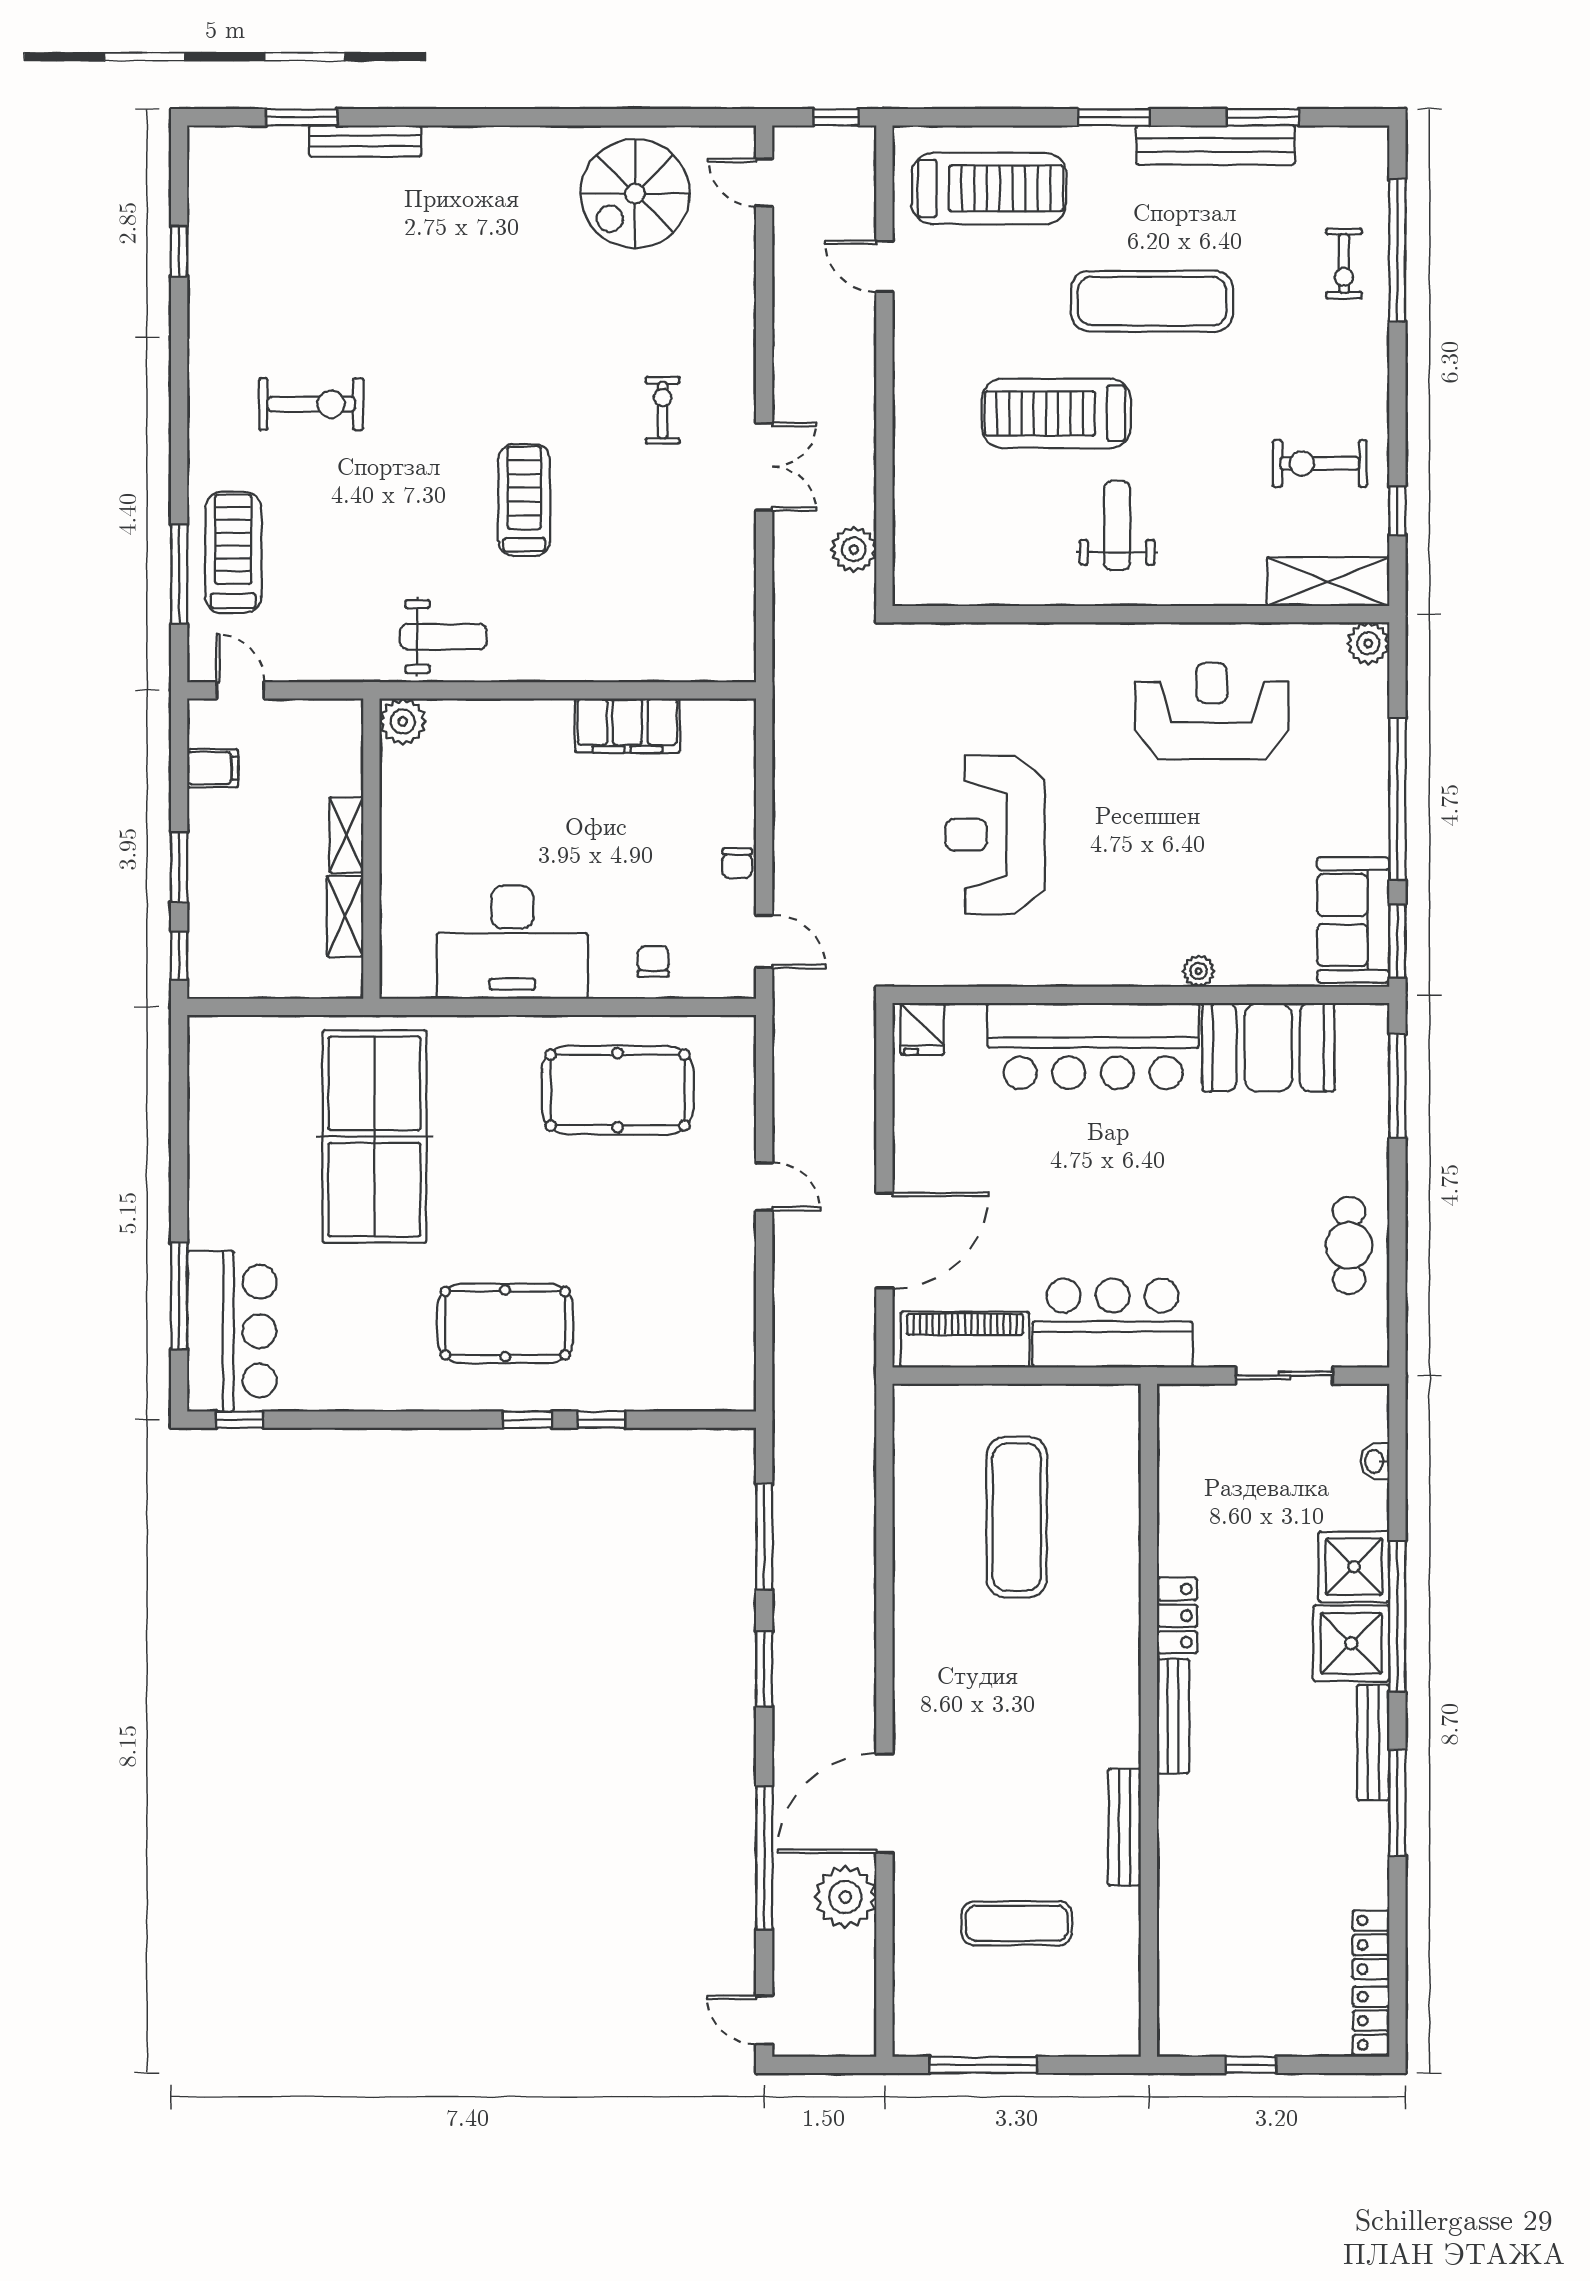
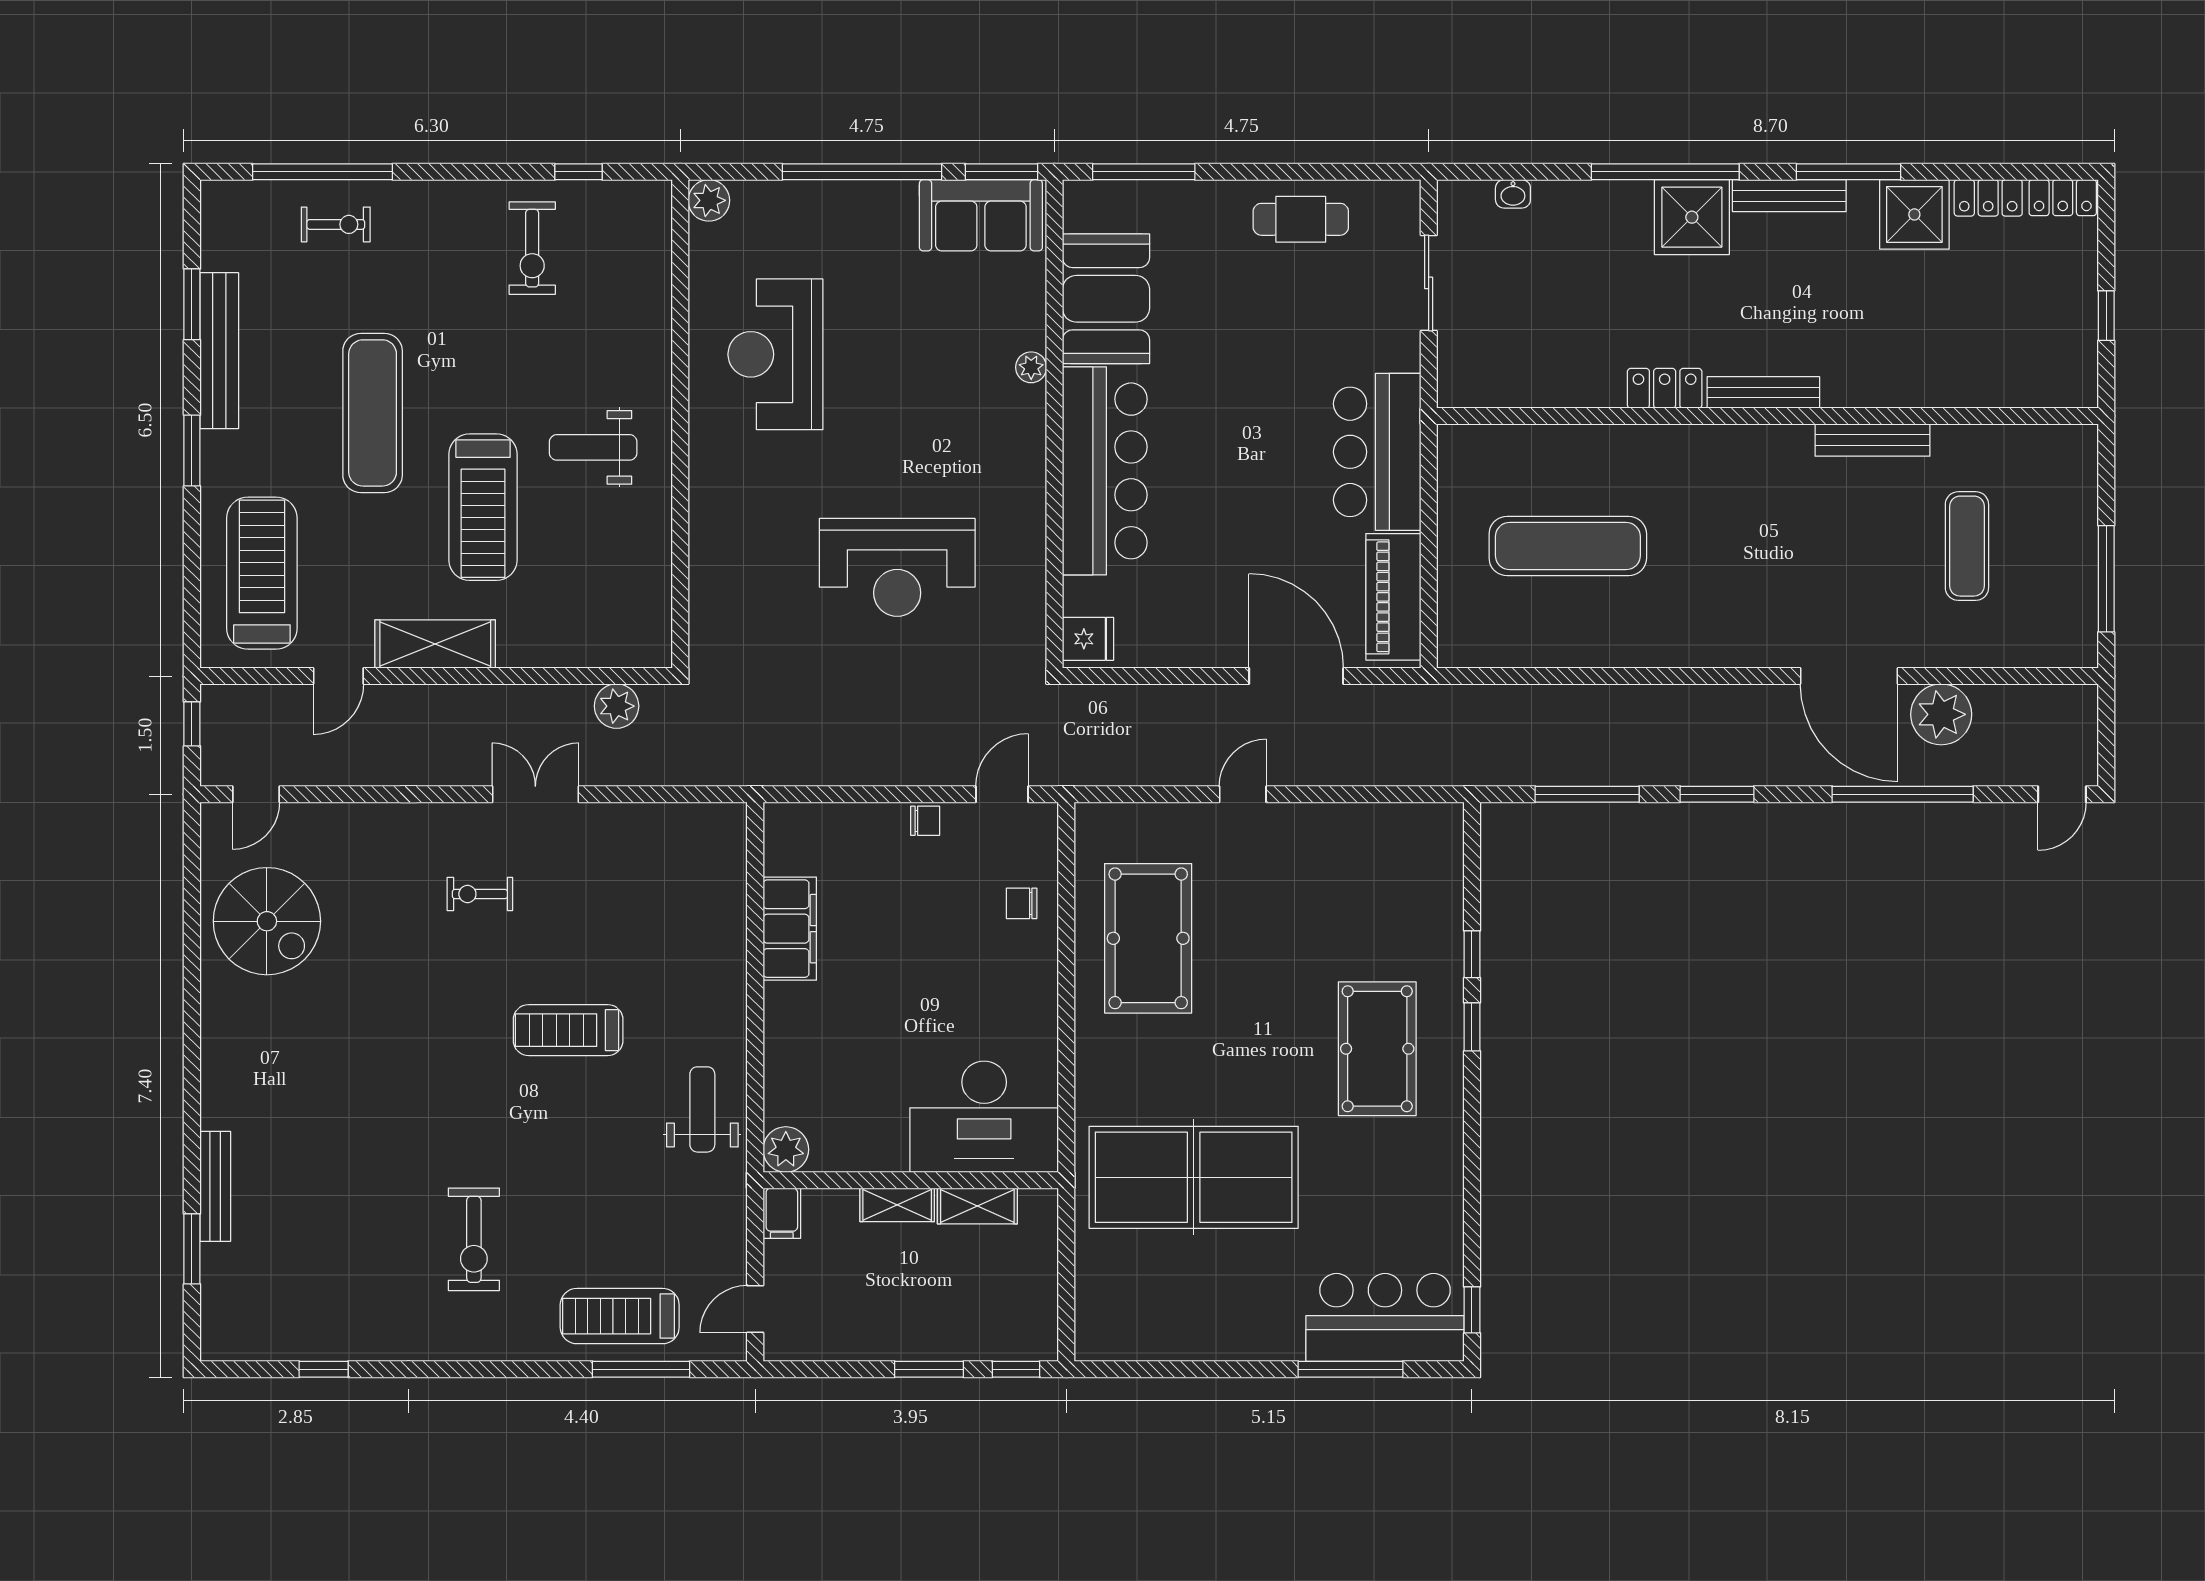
exercise bike: (311, 404) -> (474, 1239), turned 180
shelving: (1328, 582) -> (435, 644), moved, turned 90
filing cabinet: (213, 768) -> (782, 1213), moved, turned 180
desk: (512, 942) -> (984, 1117), moved, turned 90
shower: (1354, 1567) -> (1914, 214), moved

